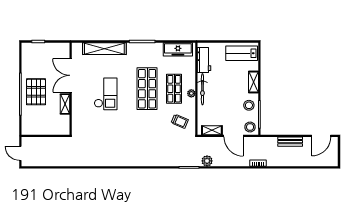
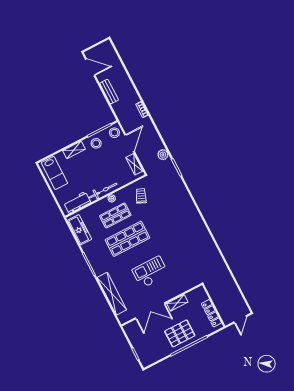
locker: (39, 130) -> (211, 313), added

